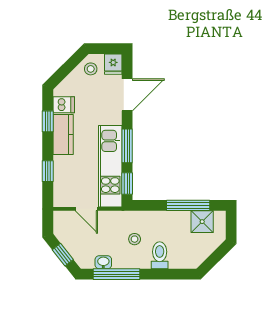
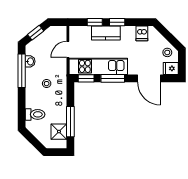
window: (48, 121) -> (117, 22), moved
kitchen counter: (63, 134) -> (106, 33), moved
toilet: (160, 255) -> (35, 114), moved

